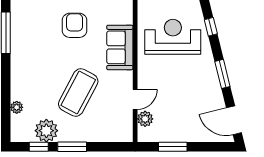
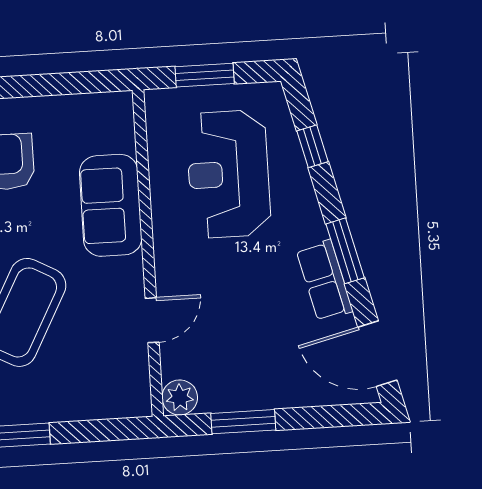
reception desk: (173, 37) -> (228, 174), turned -90
row of seats: (212, 87) -> (325, 281), added
plant: (145, 119) -> (180, 397), moved

